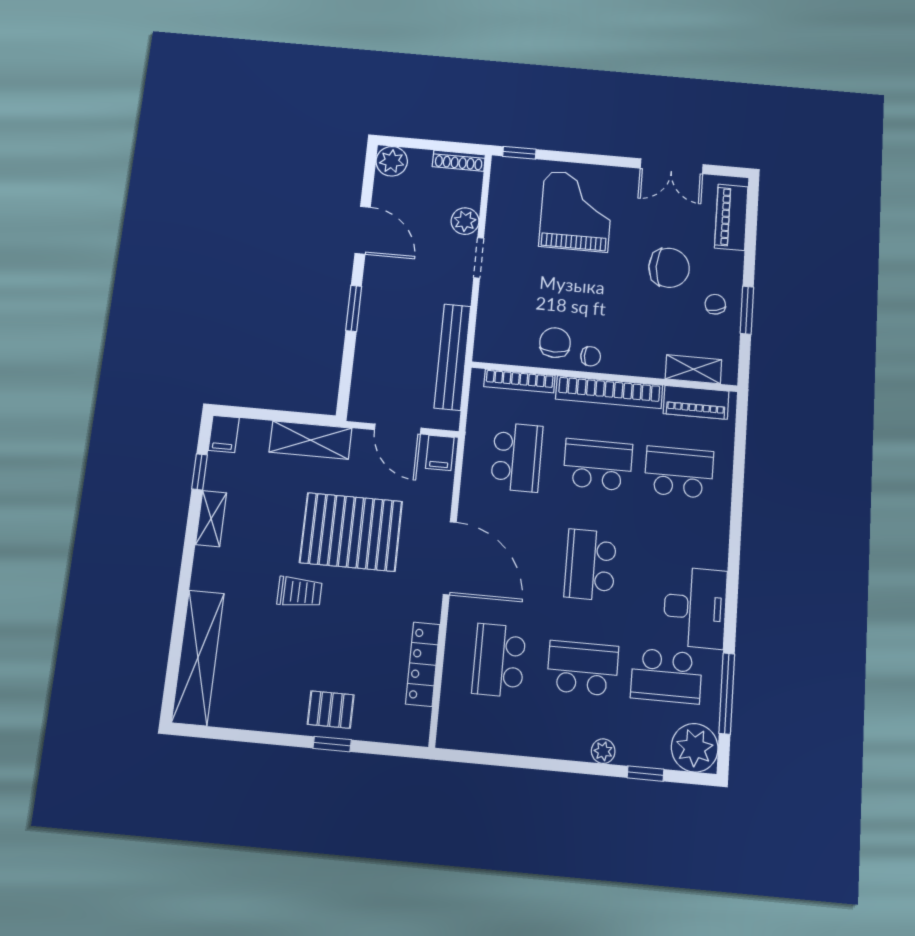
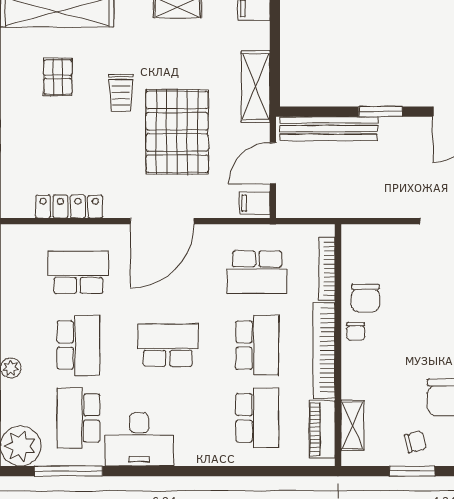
chair: (555, 343) -> (365, 298), turned 90
bench: (452, 357) -> (329, 129), moved
pallet: (331, 710) -> (58, 77), moved

